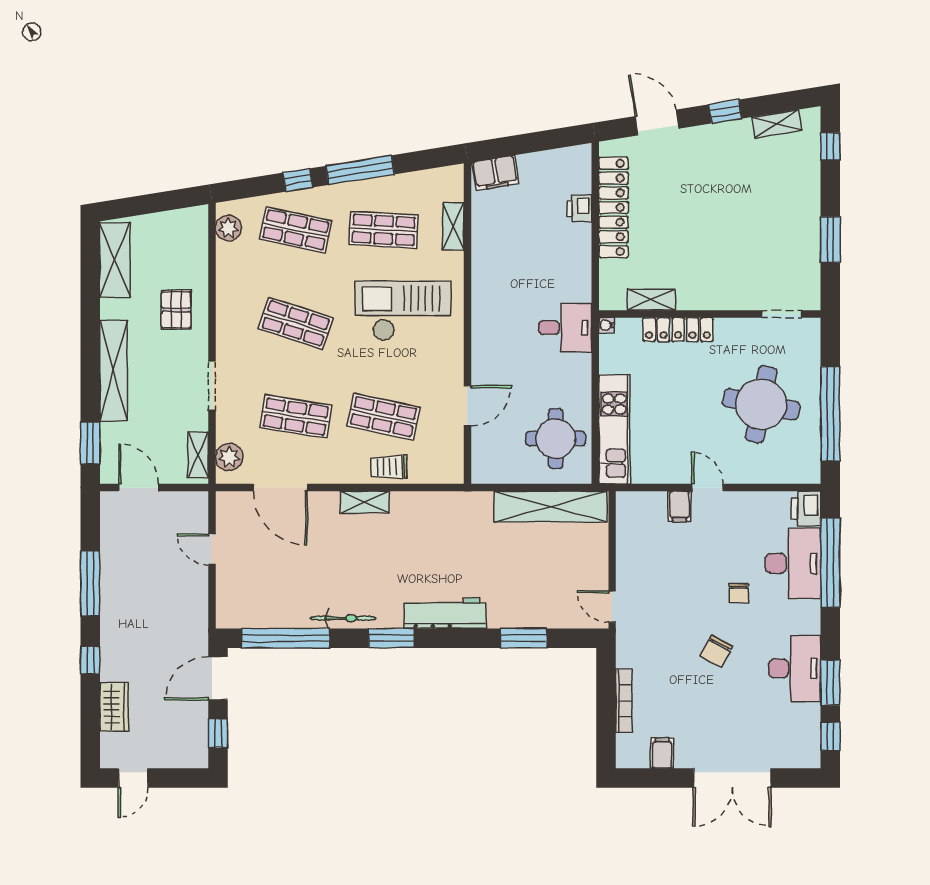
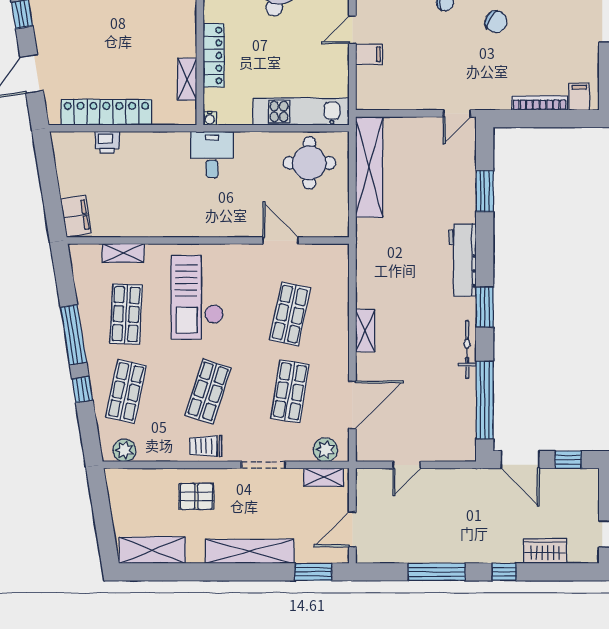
trolley: (389, 467) -> (206, 446), moved, turned 92
filing cabinet: (662, 753) -> (579, 97), moved, turned 90

